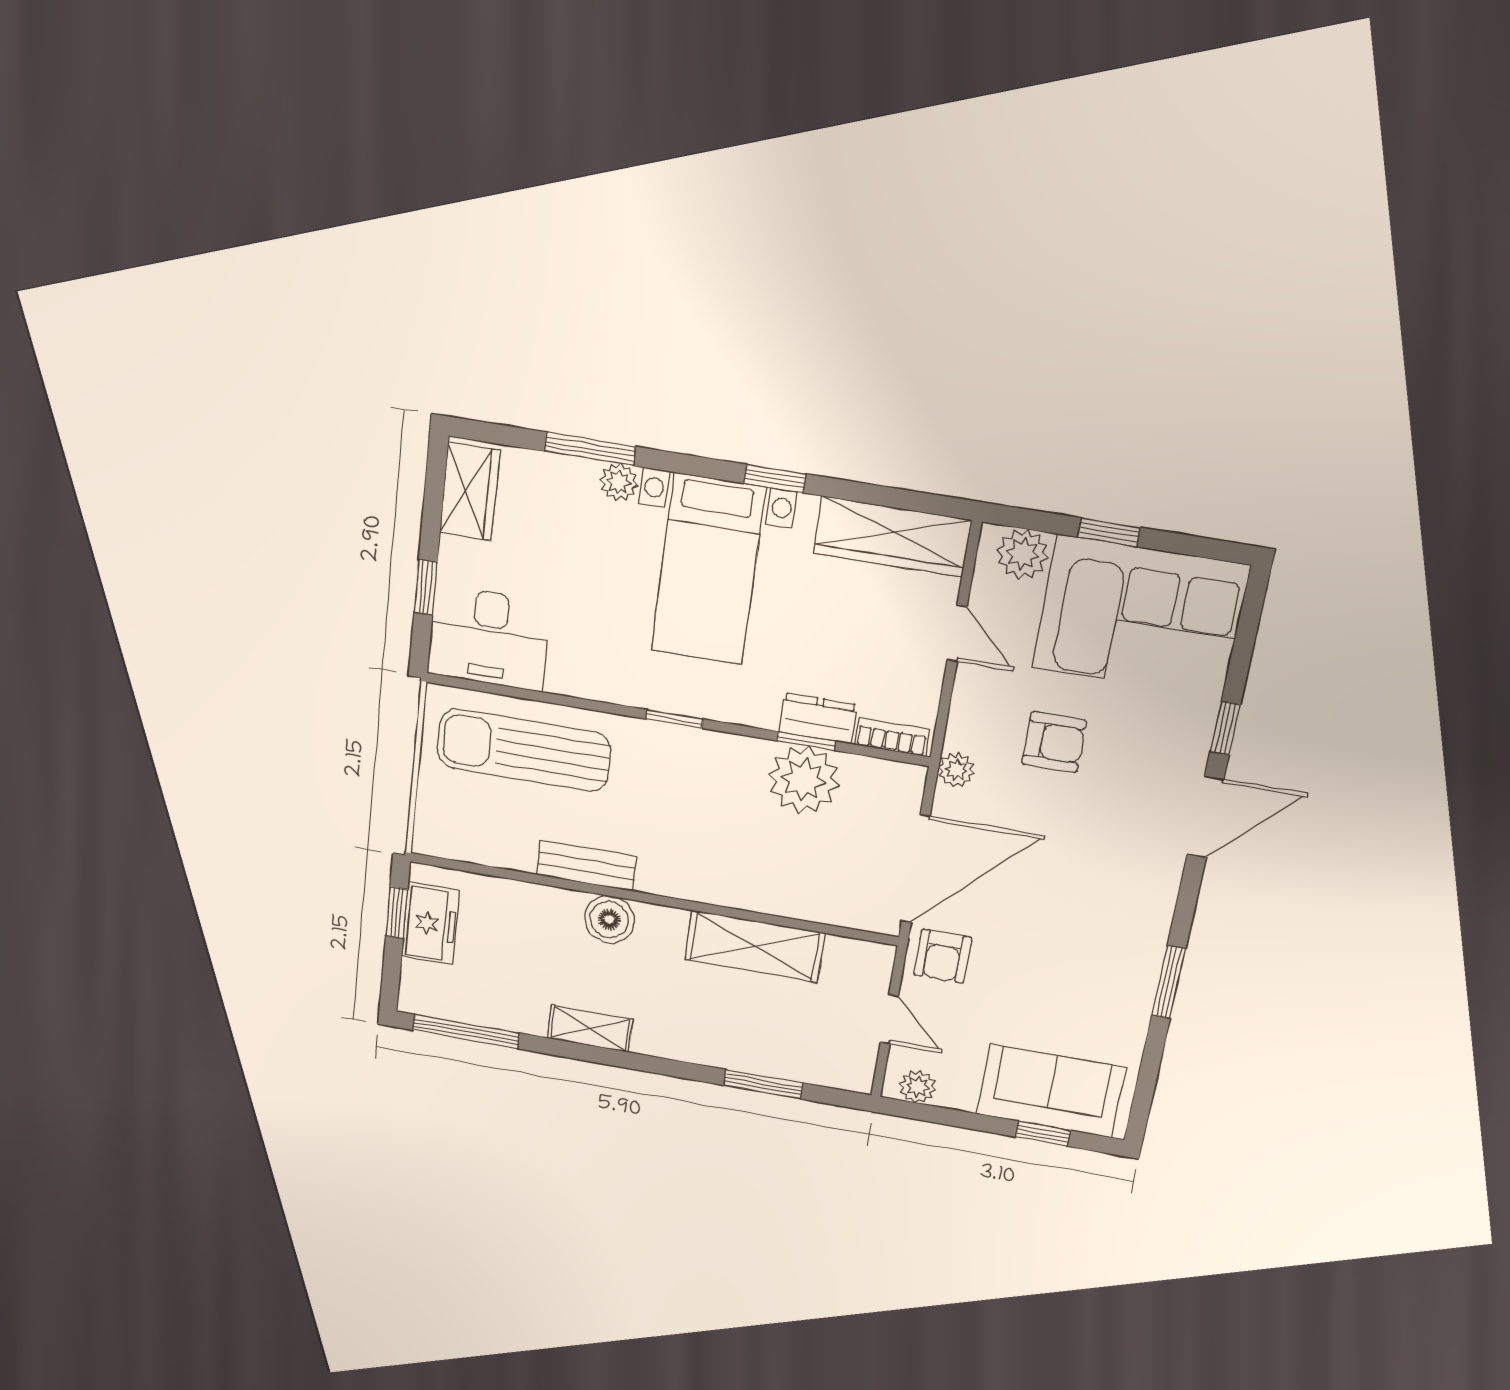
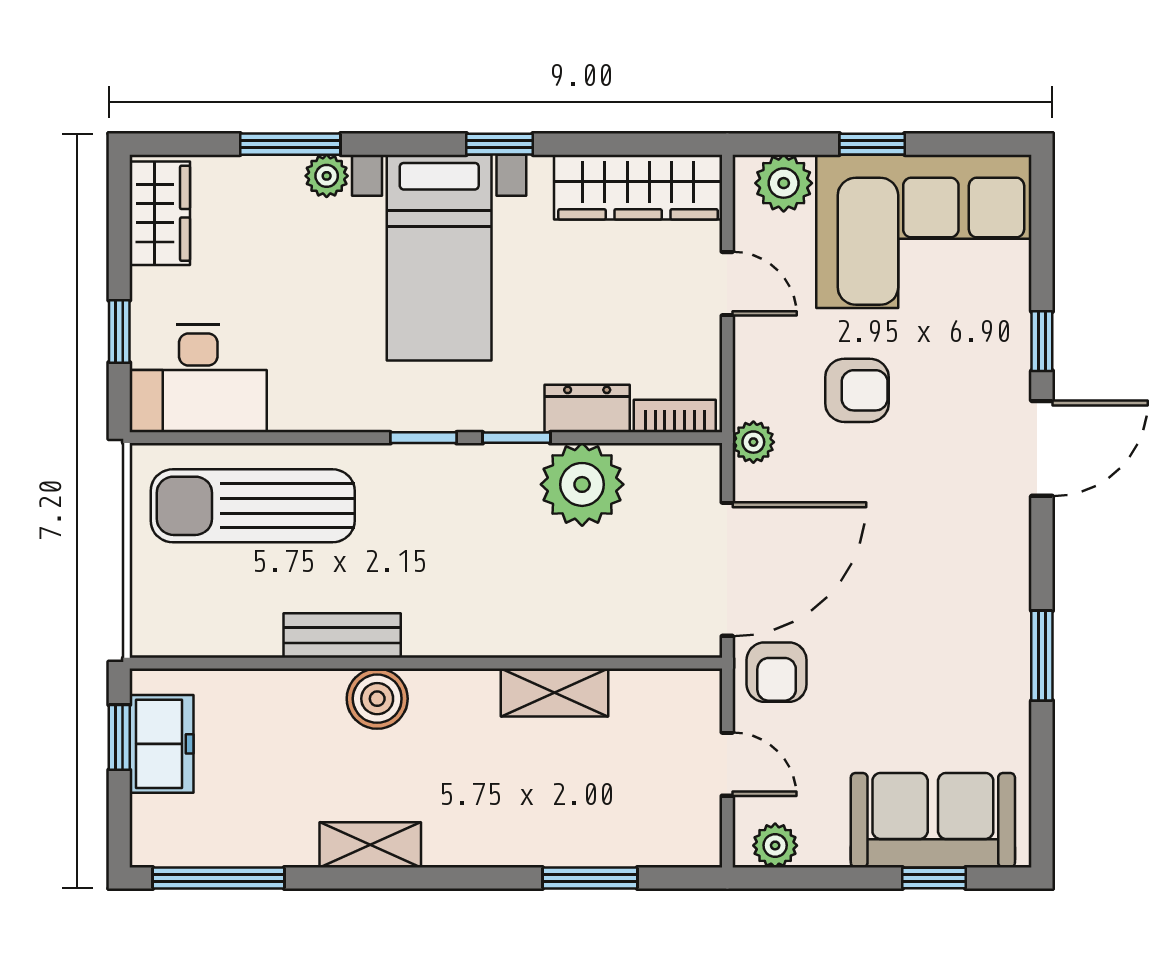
window: (806, 741) -> (516, 438), moved
shelving: (755, 946) -> (554, 692), width x0.67, depth x0.75

